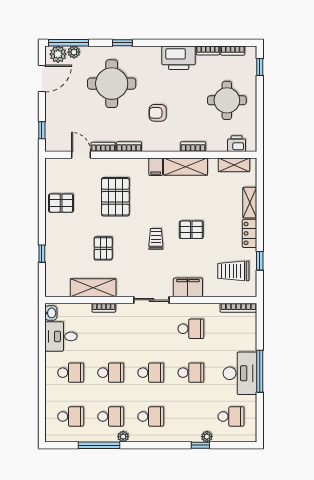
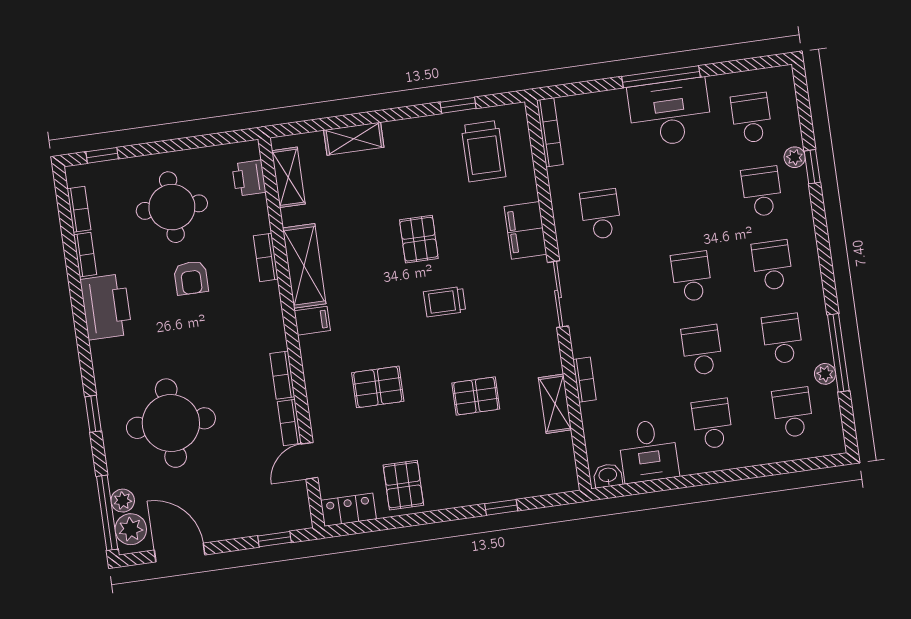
armchair: (158, 113) -> (191, 278), moved
pallet: (115, 197) -> (378, 387), width x0.67, depth x0.71
locker: (250, 233) -> (348, 510), moved, turned 180
shelving: (93, 288) -> (555, 404), width x0.67, depth x0.75
school desk: (191, 373) -> (762, 192), moved
plant: (123, 437) -> (825, 374), moved

